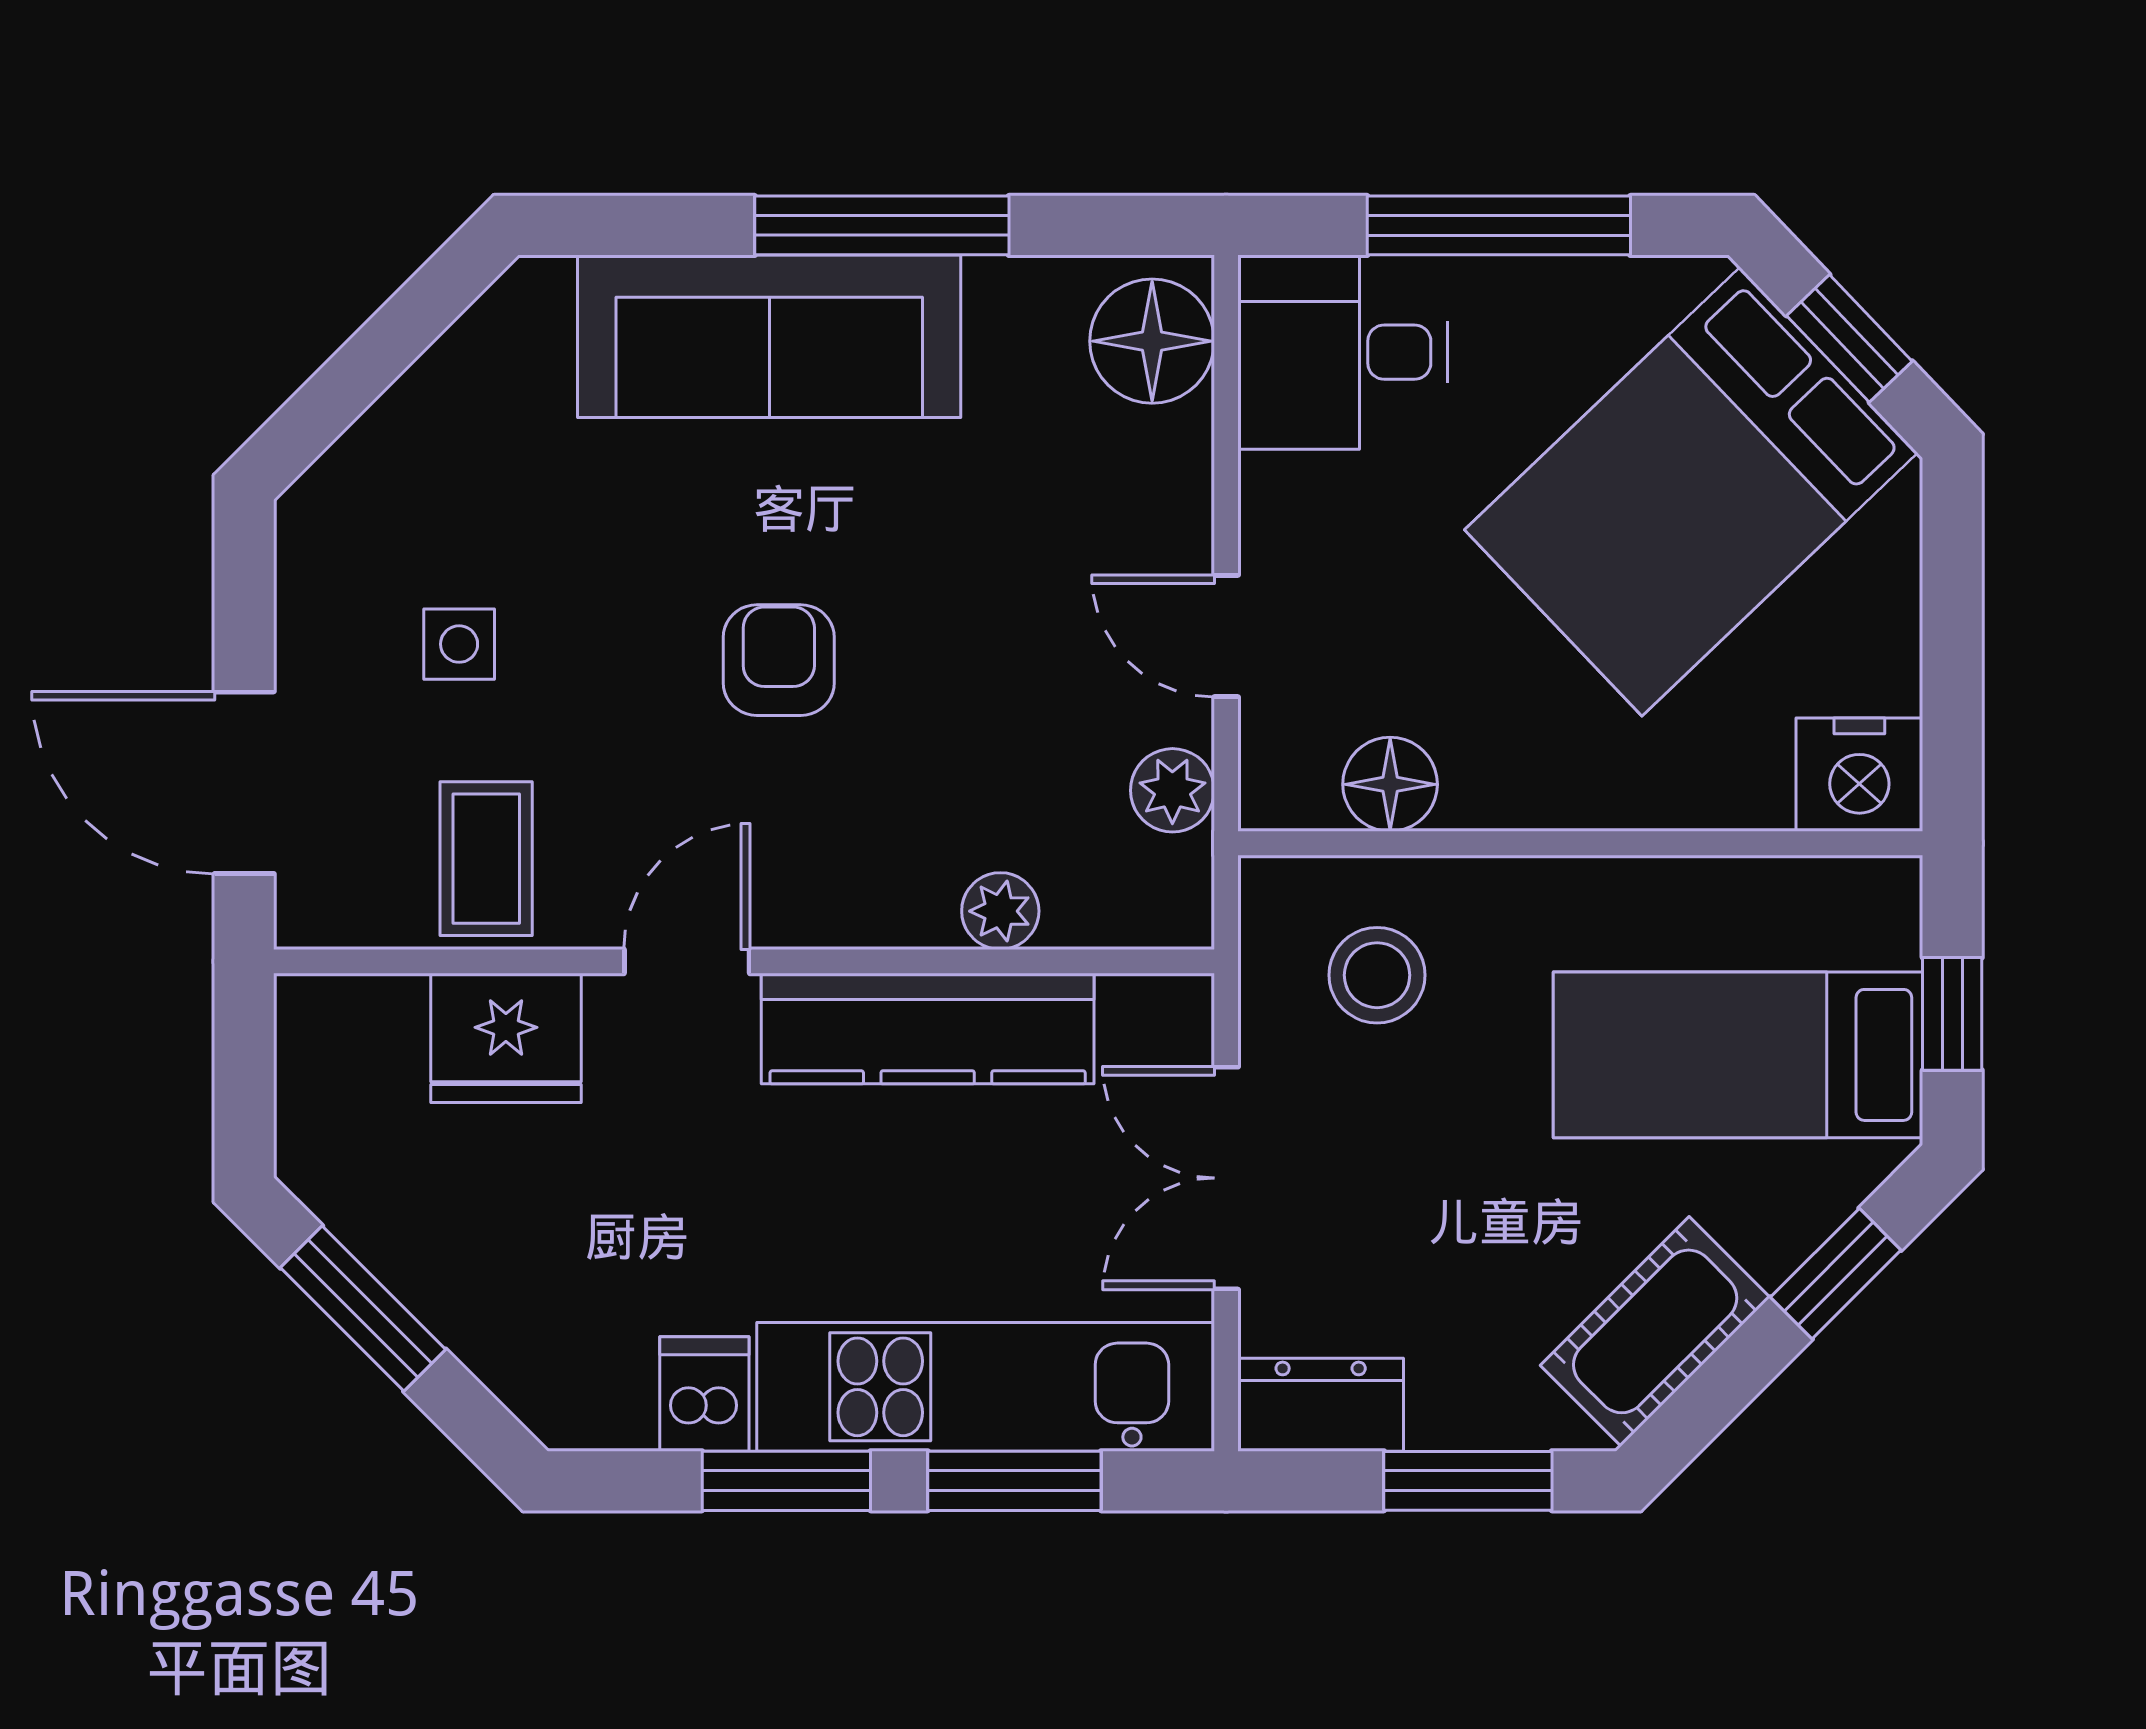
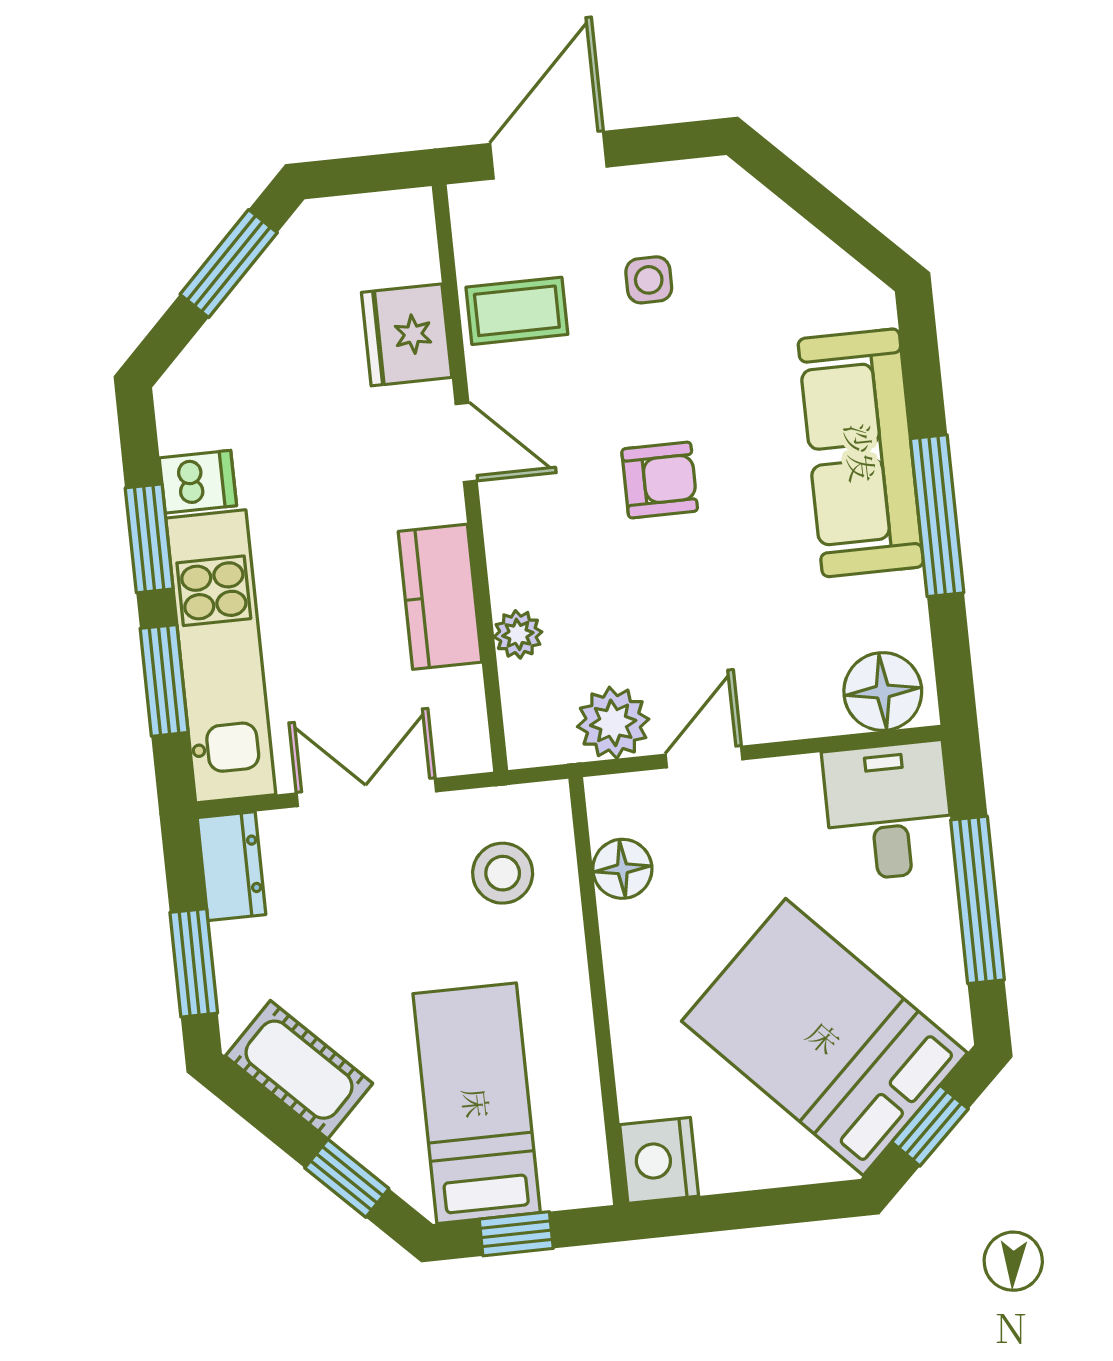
plant: (1172, 790) -> (613, 723), width x1.38, depth x1.38
kitchen counter: (928, 1029) -> (440, 597), width x0.67

